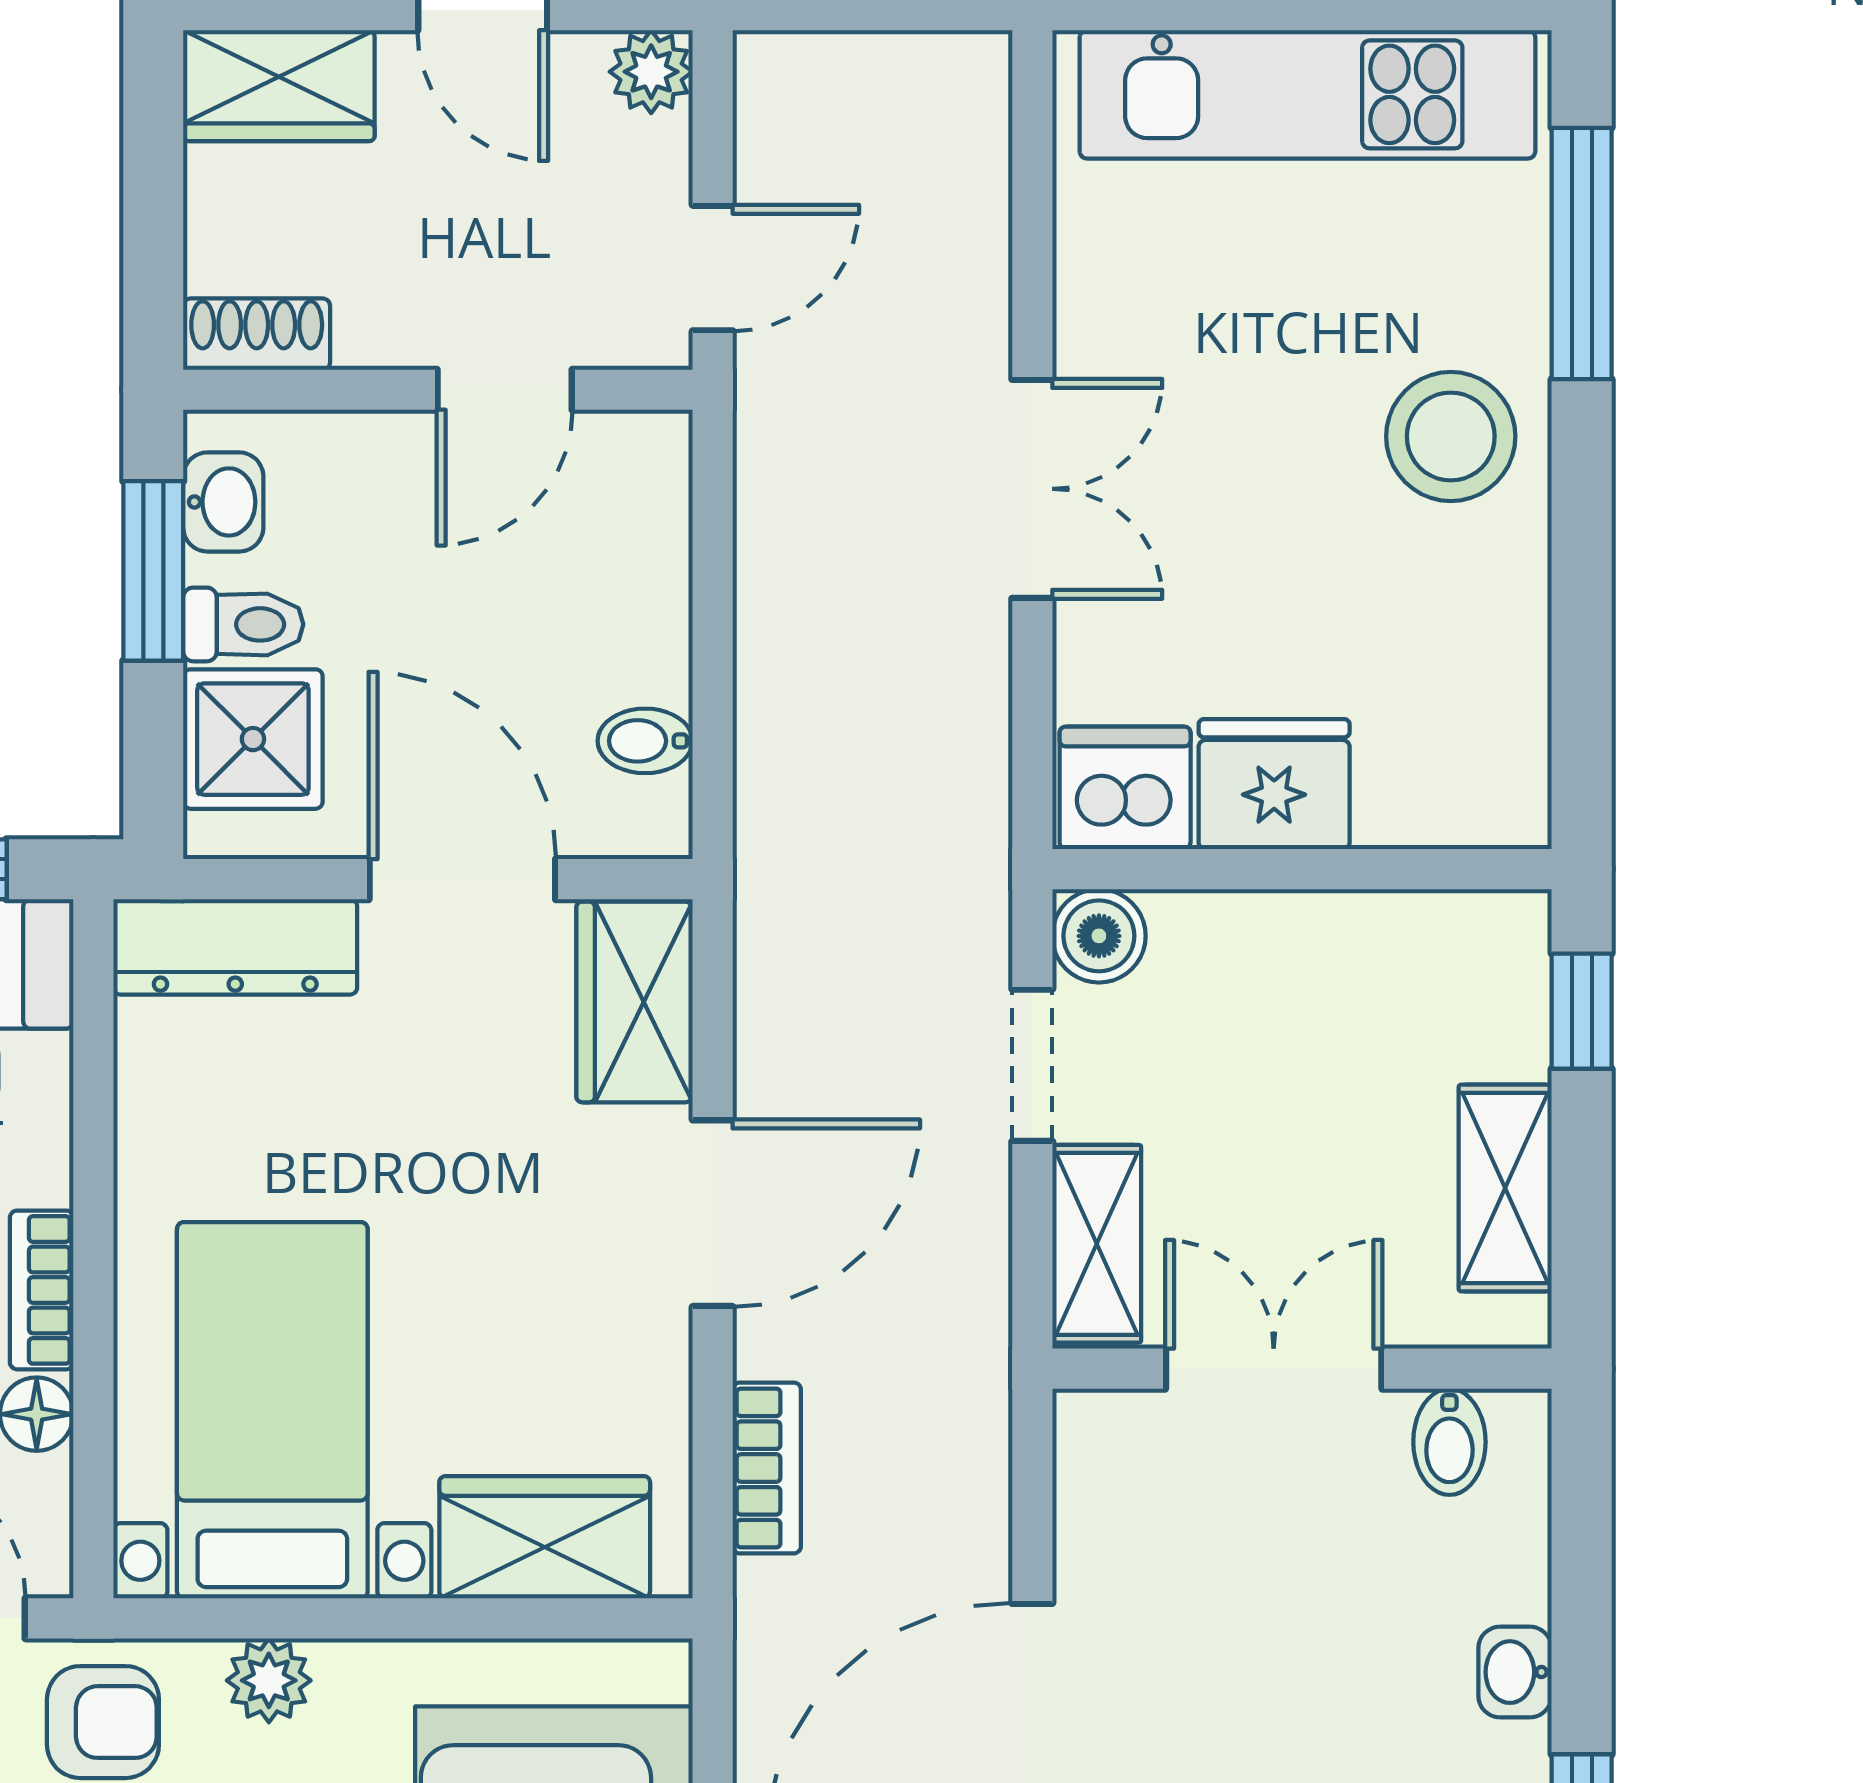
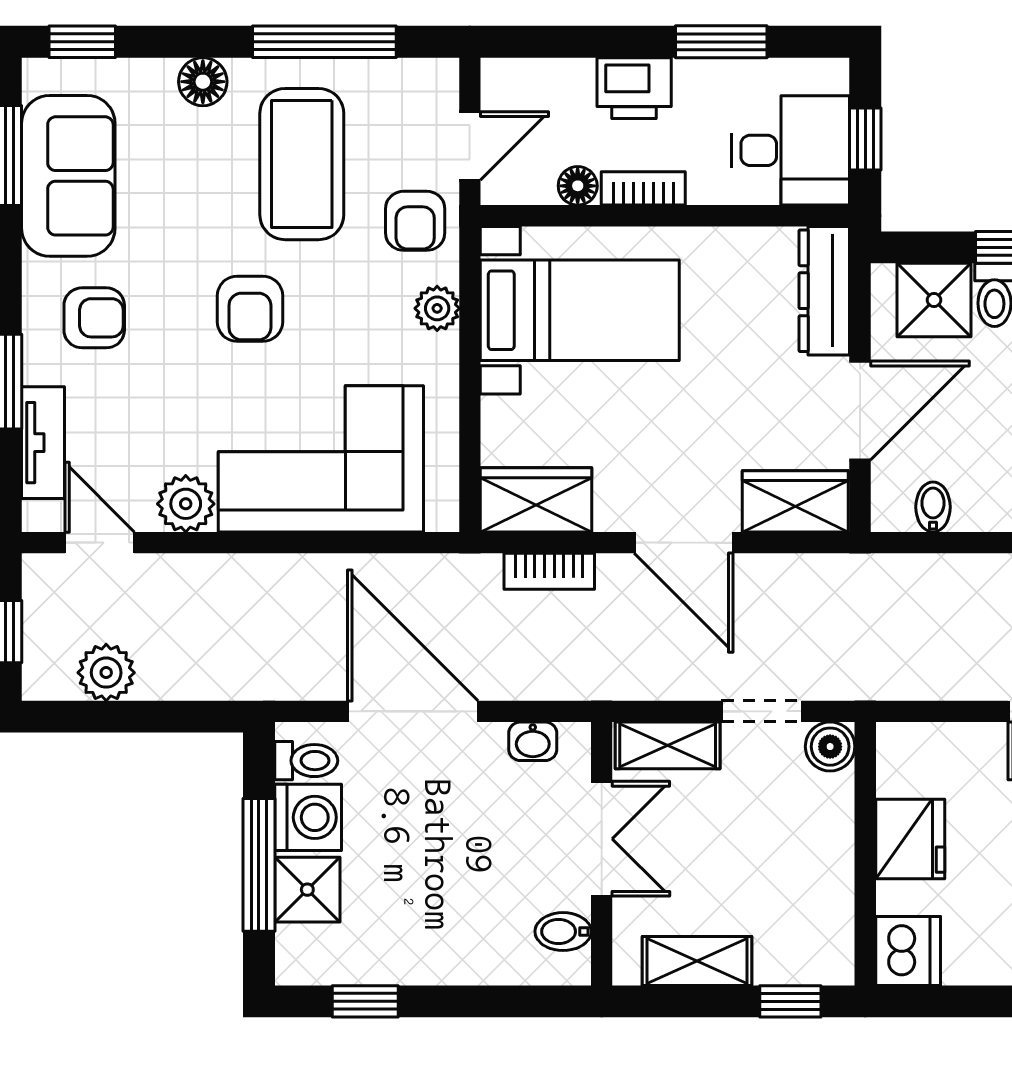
dishwasher: (1125, 788) -> (908, 951), moved
wardrobe: (545, 1537) -> (536, 500), moved, turned -90
washbasin: (1515, 1672) -> (533, 741), moved, turned 180

